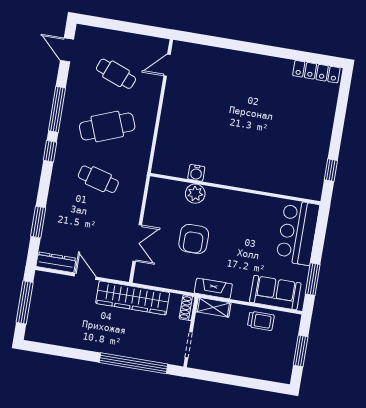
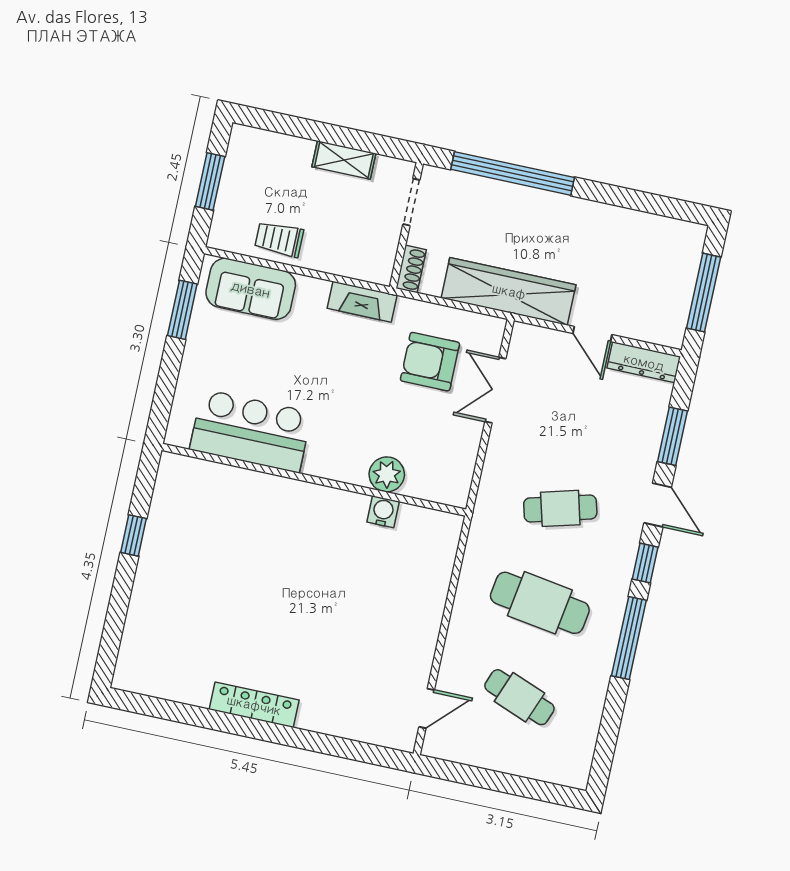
door: (67, 50) -> (658, 505), moved
locker: (316, 72) -> (254, 705), moved
cafe table: (107, 127) -> (540, 603), turned 30
window: (331, 170) -> (134, 535), moved
cafe table: (98, 179) -> (560, 508), turned -30
bar counter: (298, 232) -> (251, 431), moved, turned -90
armchair: (194, 239) -> (430, 362), moved, turned -90
shelving: (213, 307) -> (344, 160), moved

